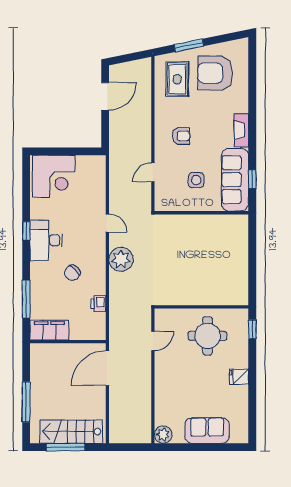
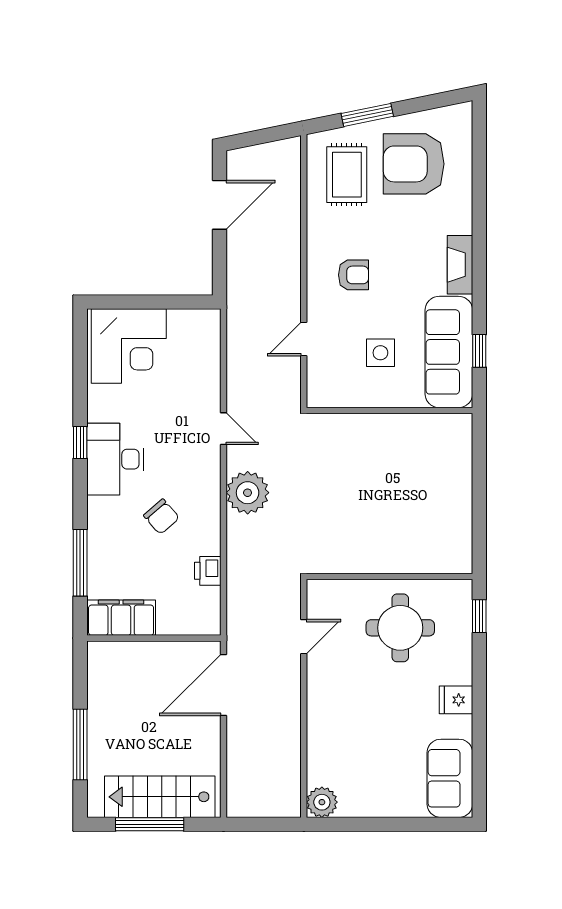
chair: (72, 273) -> (162, 517), turned -86
sofa: (207, 431) -> (450, 778), moved, turned -90

